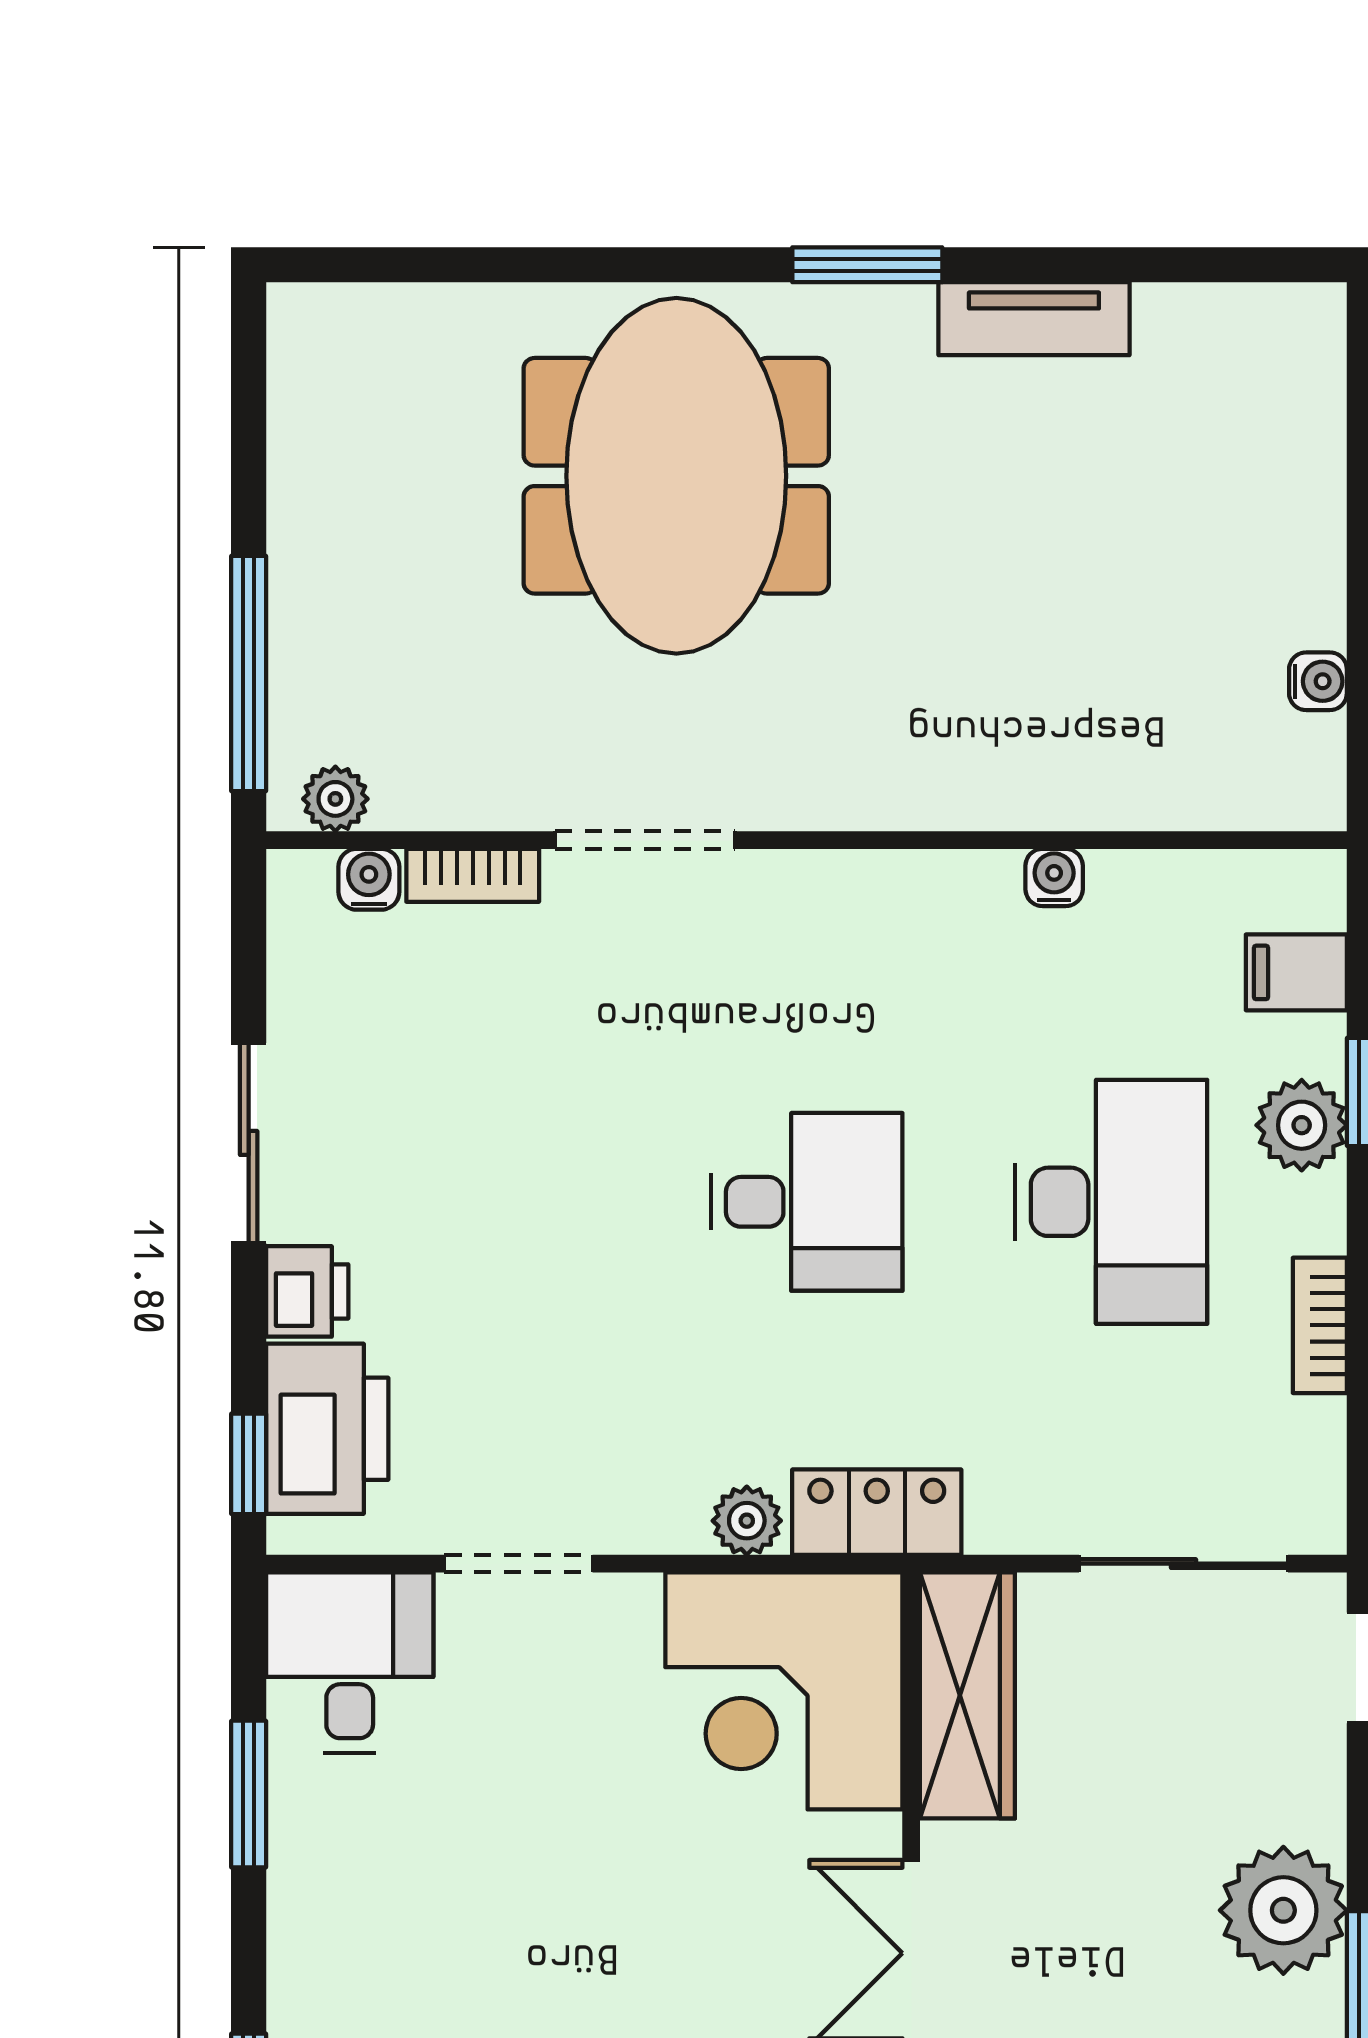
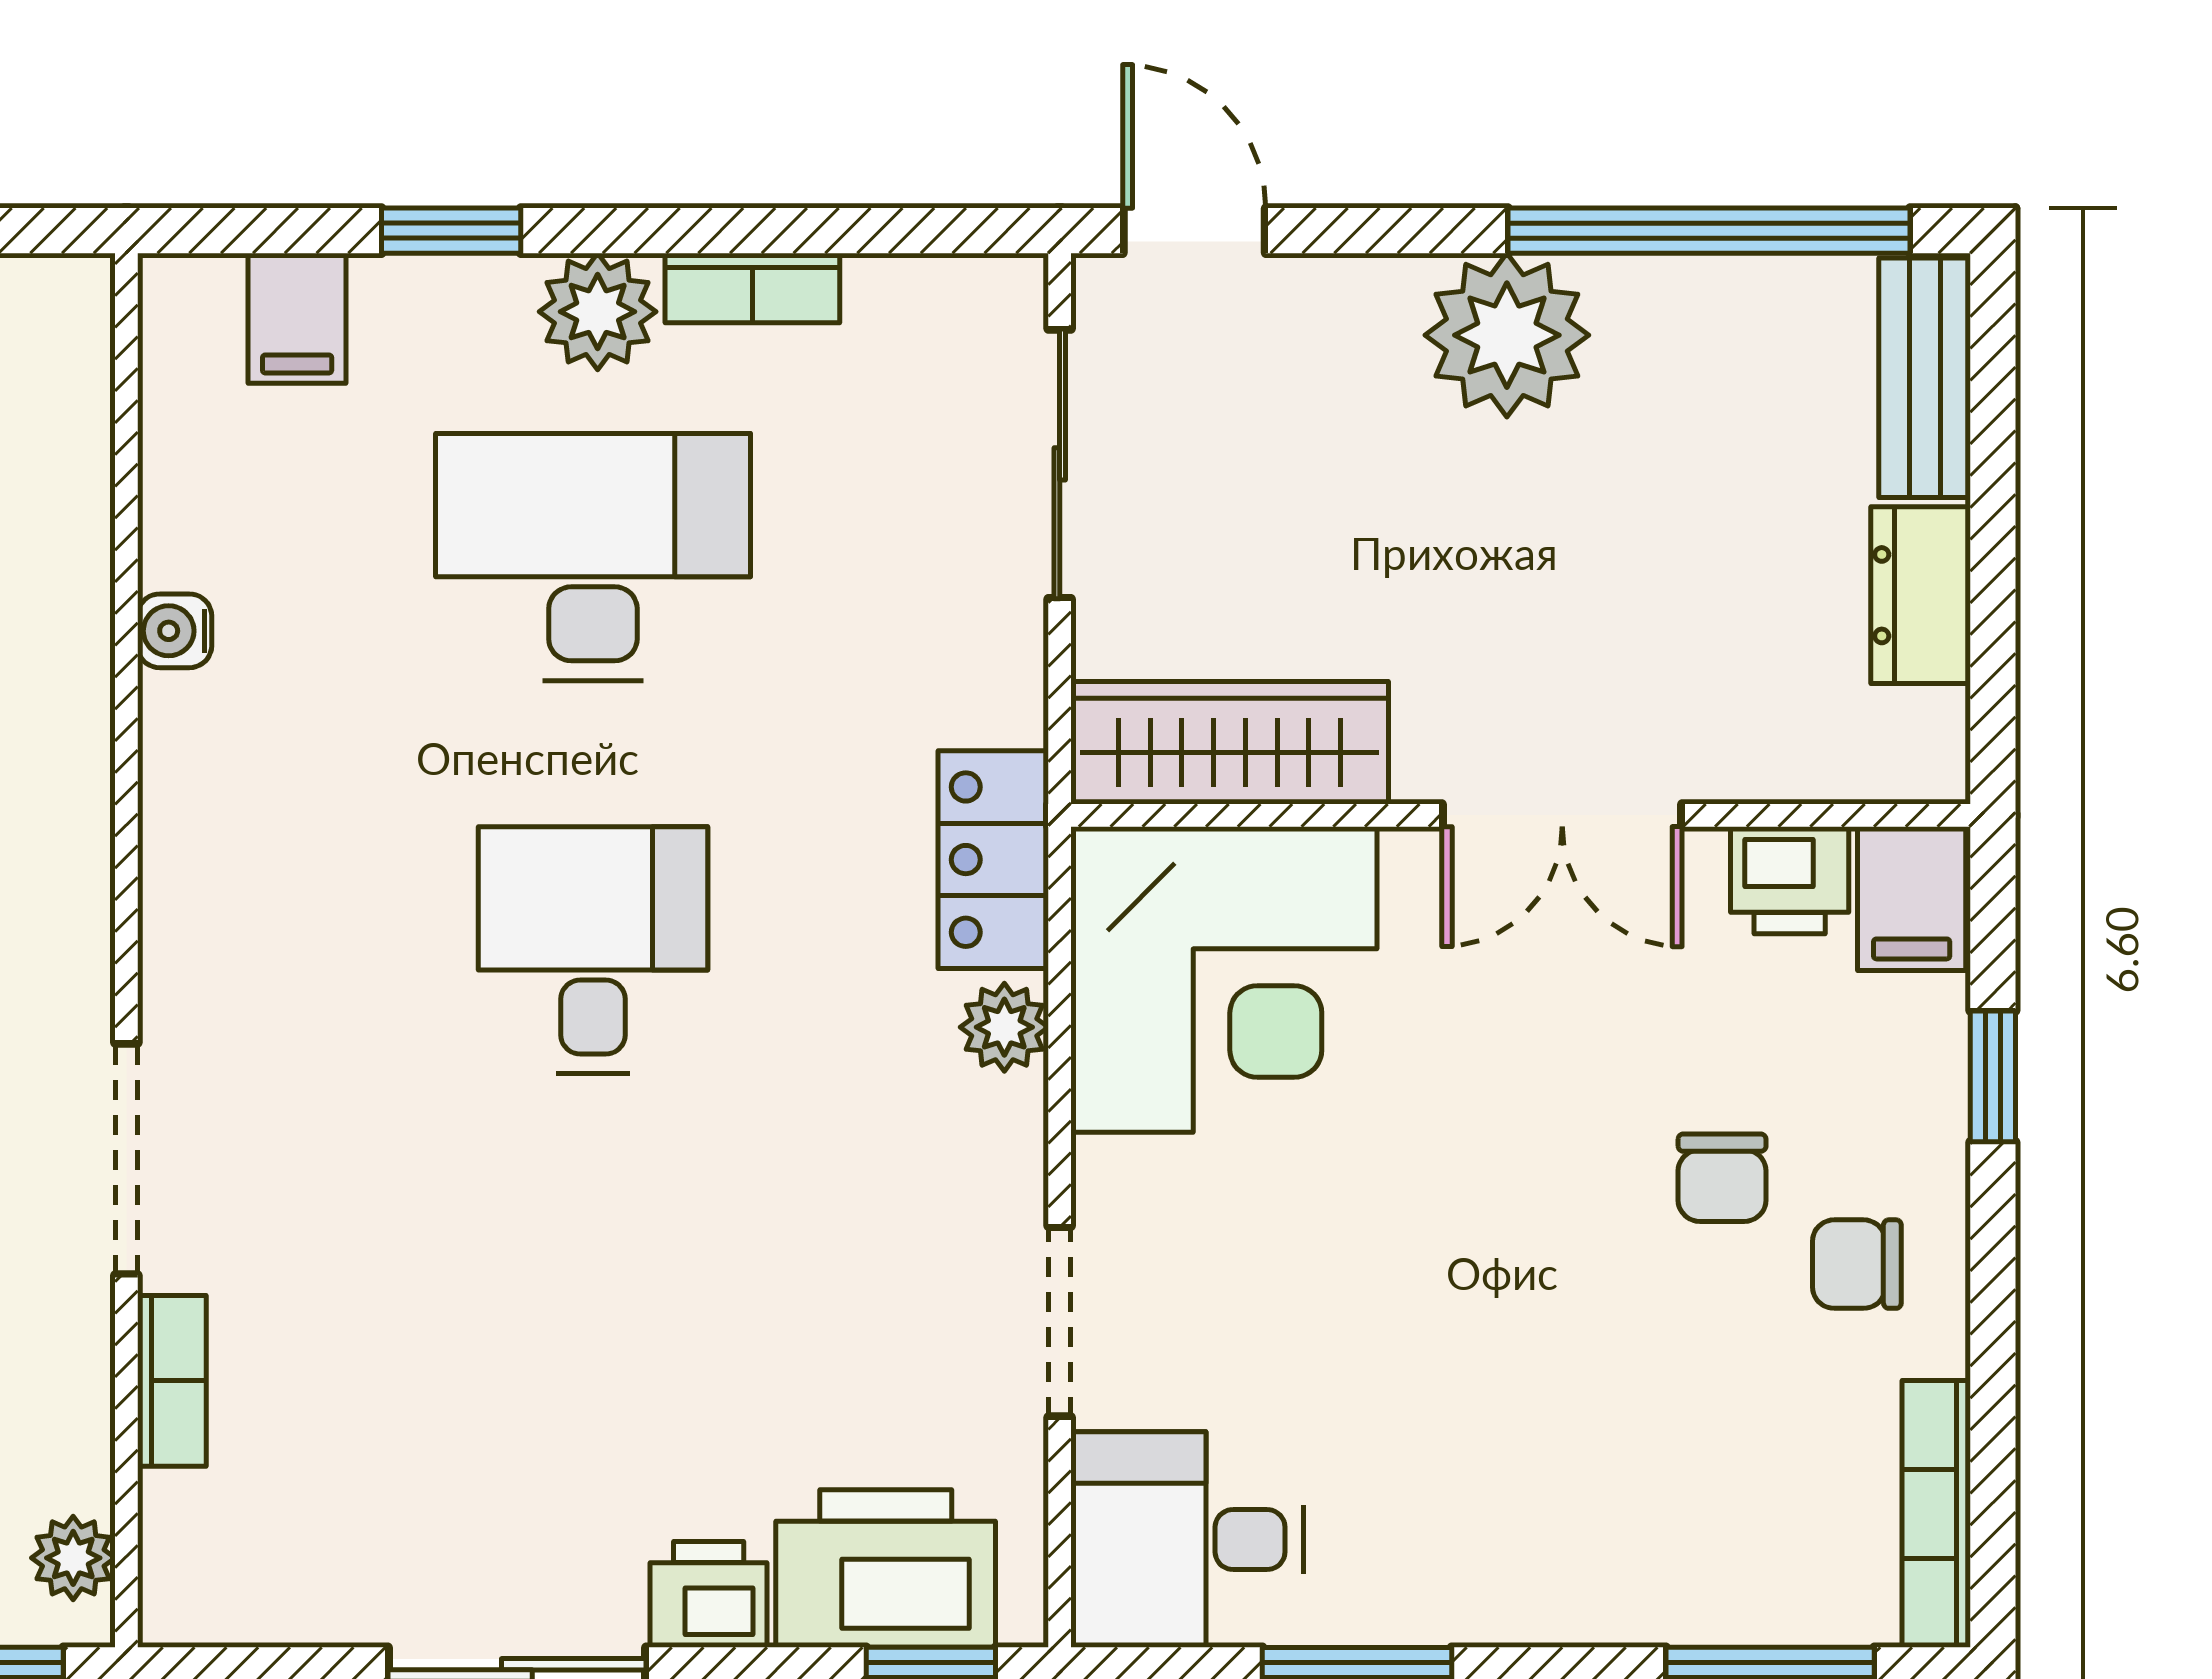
water cooler: (369, 879) -> (177, 1515), removed
plant: (1302, 1125) -> (598, 312), moved

